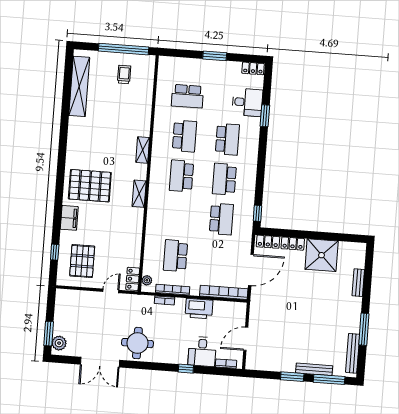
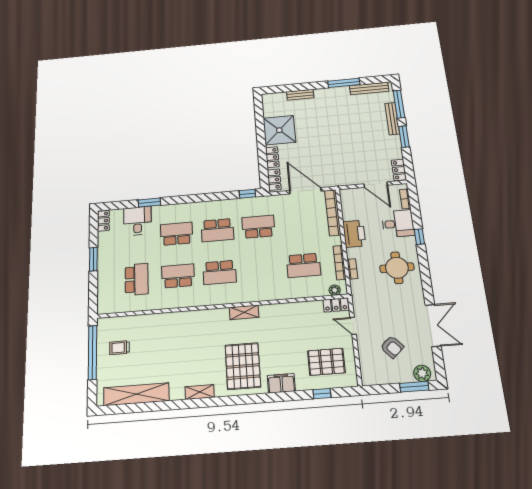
shelving: (143, 150) -> (200, 392), moved
armchair: (86, 322) -> (392, 347), added
round table: (137, 343) -> (397, 268), moved
locker: (257, 364) -> (399, 170), added

